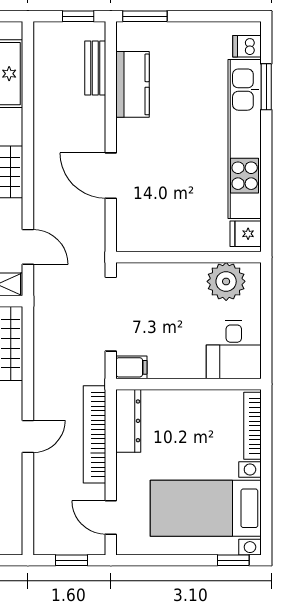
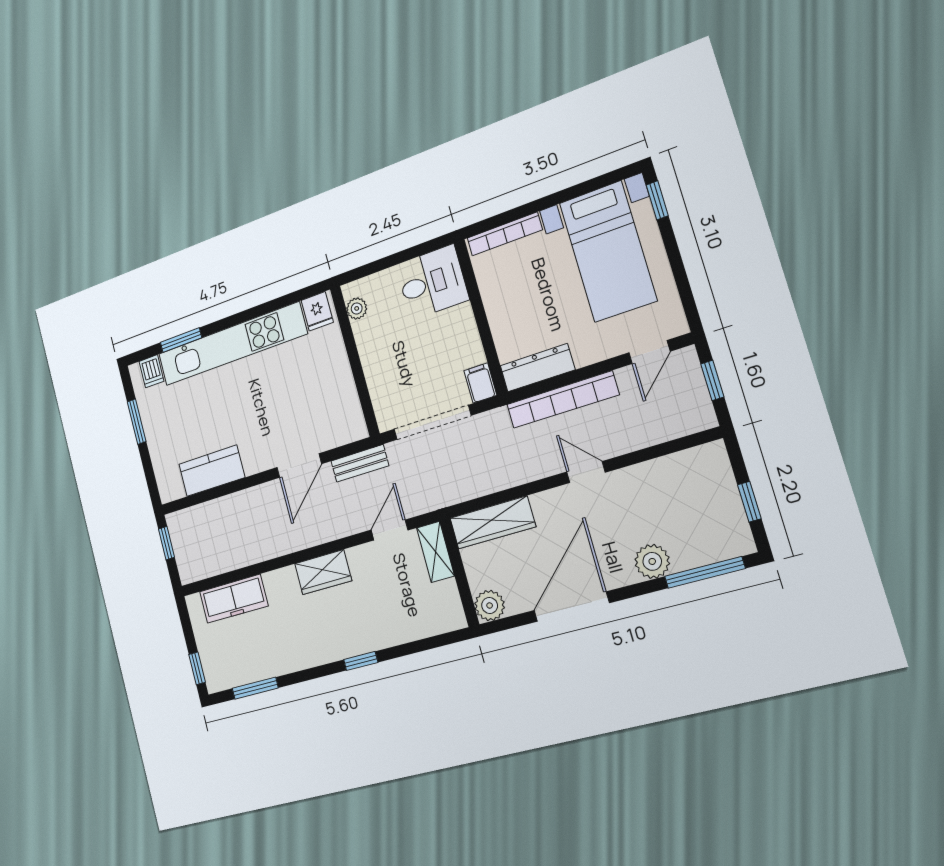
window: (145, 16) -> (137, 422), moved
bench: (95, 68) -> (360, 463), moved
plant: (226, 281) -> (357, 308), width x0.53, depth x0.53

